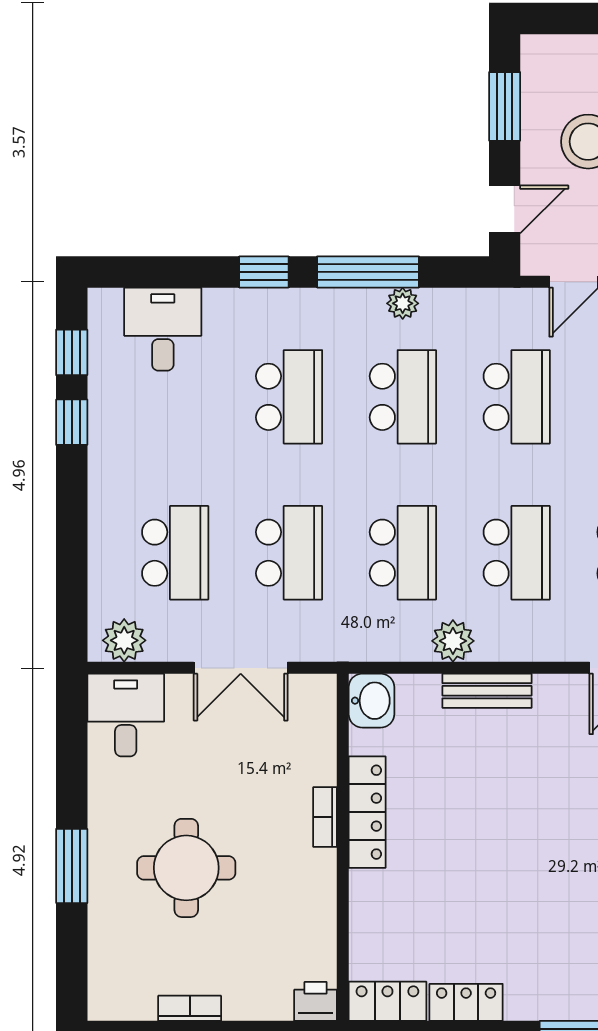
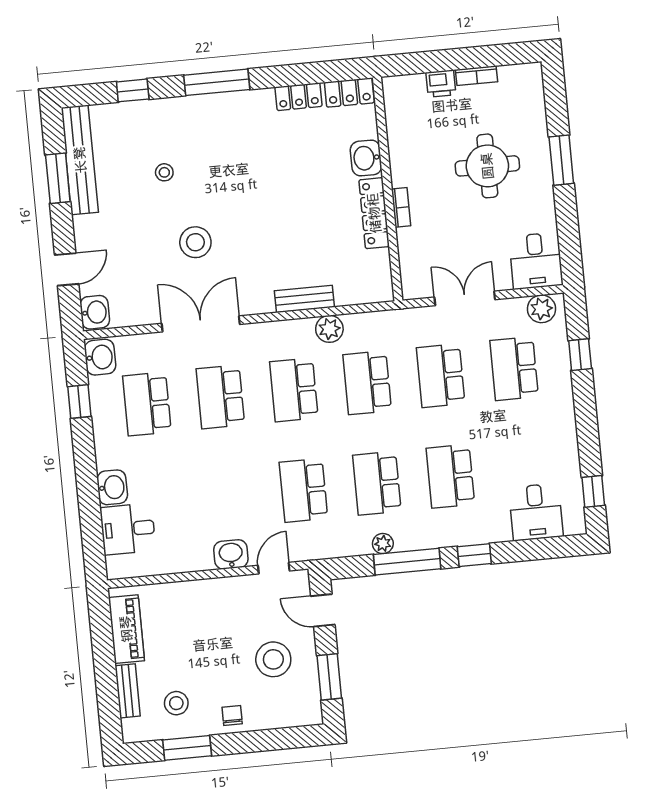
door: (505, 209) -> (323, 610), hinge flipped
window: (72, 422) -> (580, 355), moved
washbasin: (371, 701) -> (366, 158), moved
printer: (316, 1001) -> (441, 84), moved

